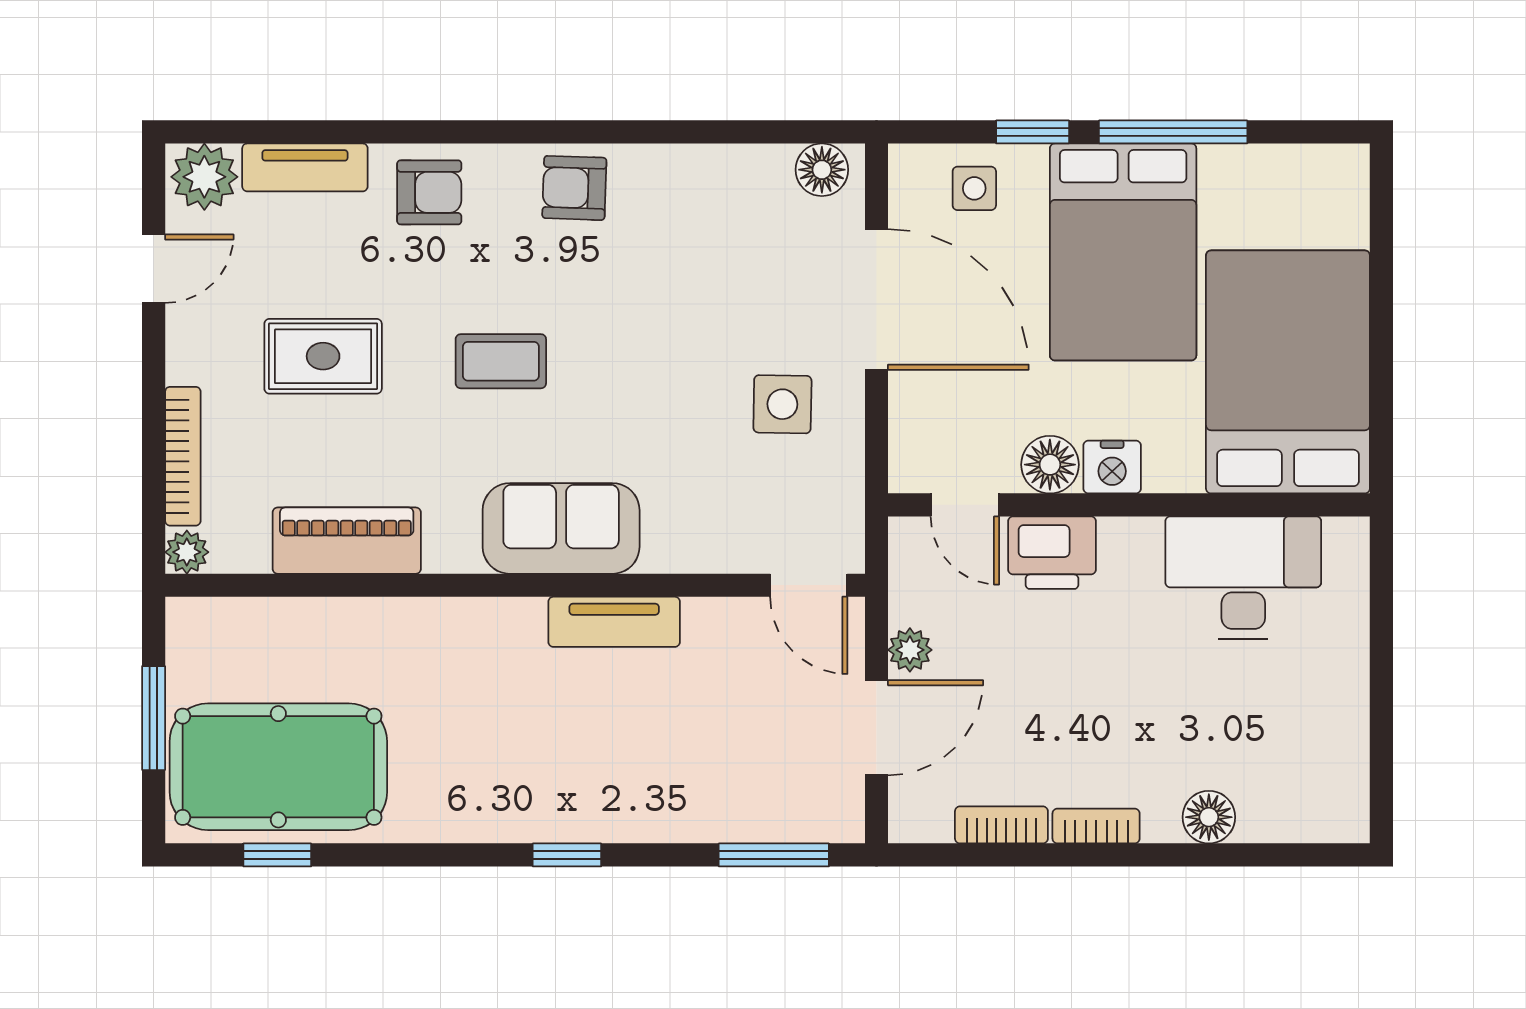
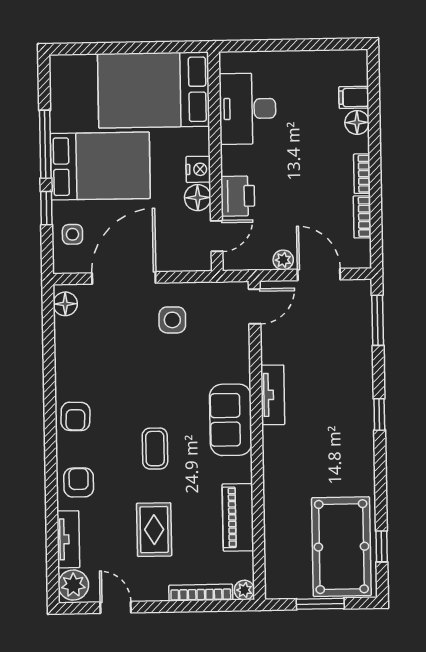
filing cabinet: (1264, 811) -> (354, 97), added

